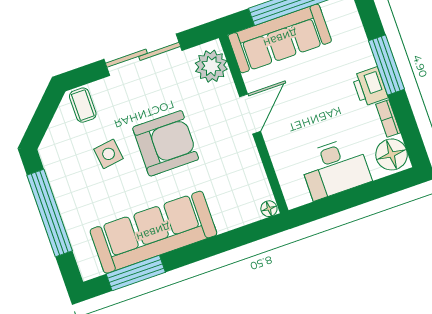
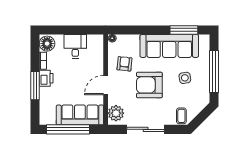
side table: (109, 154) -> (185, 78), moved
armchair: (228, 167) -> (124, 64), added
desk: (335, 168) -> (75, 46), width x0.73

